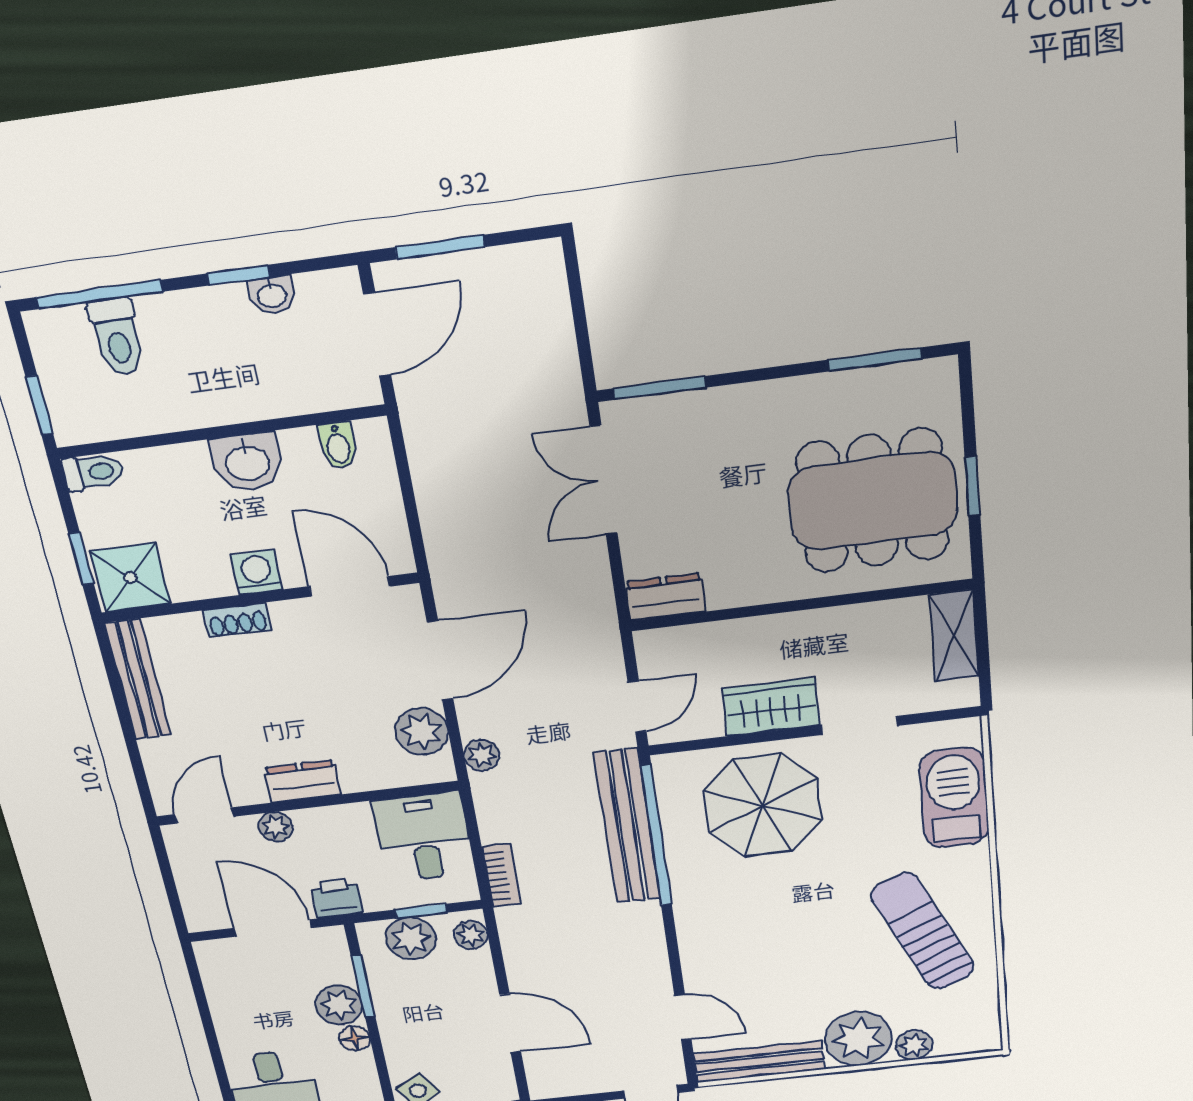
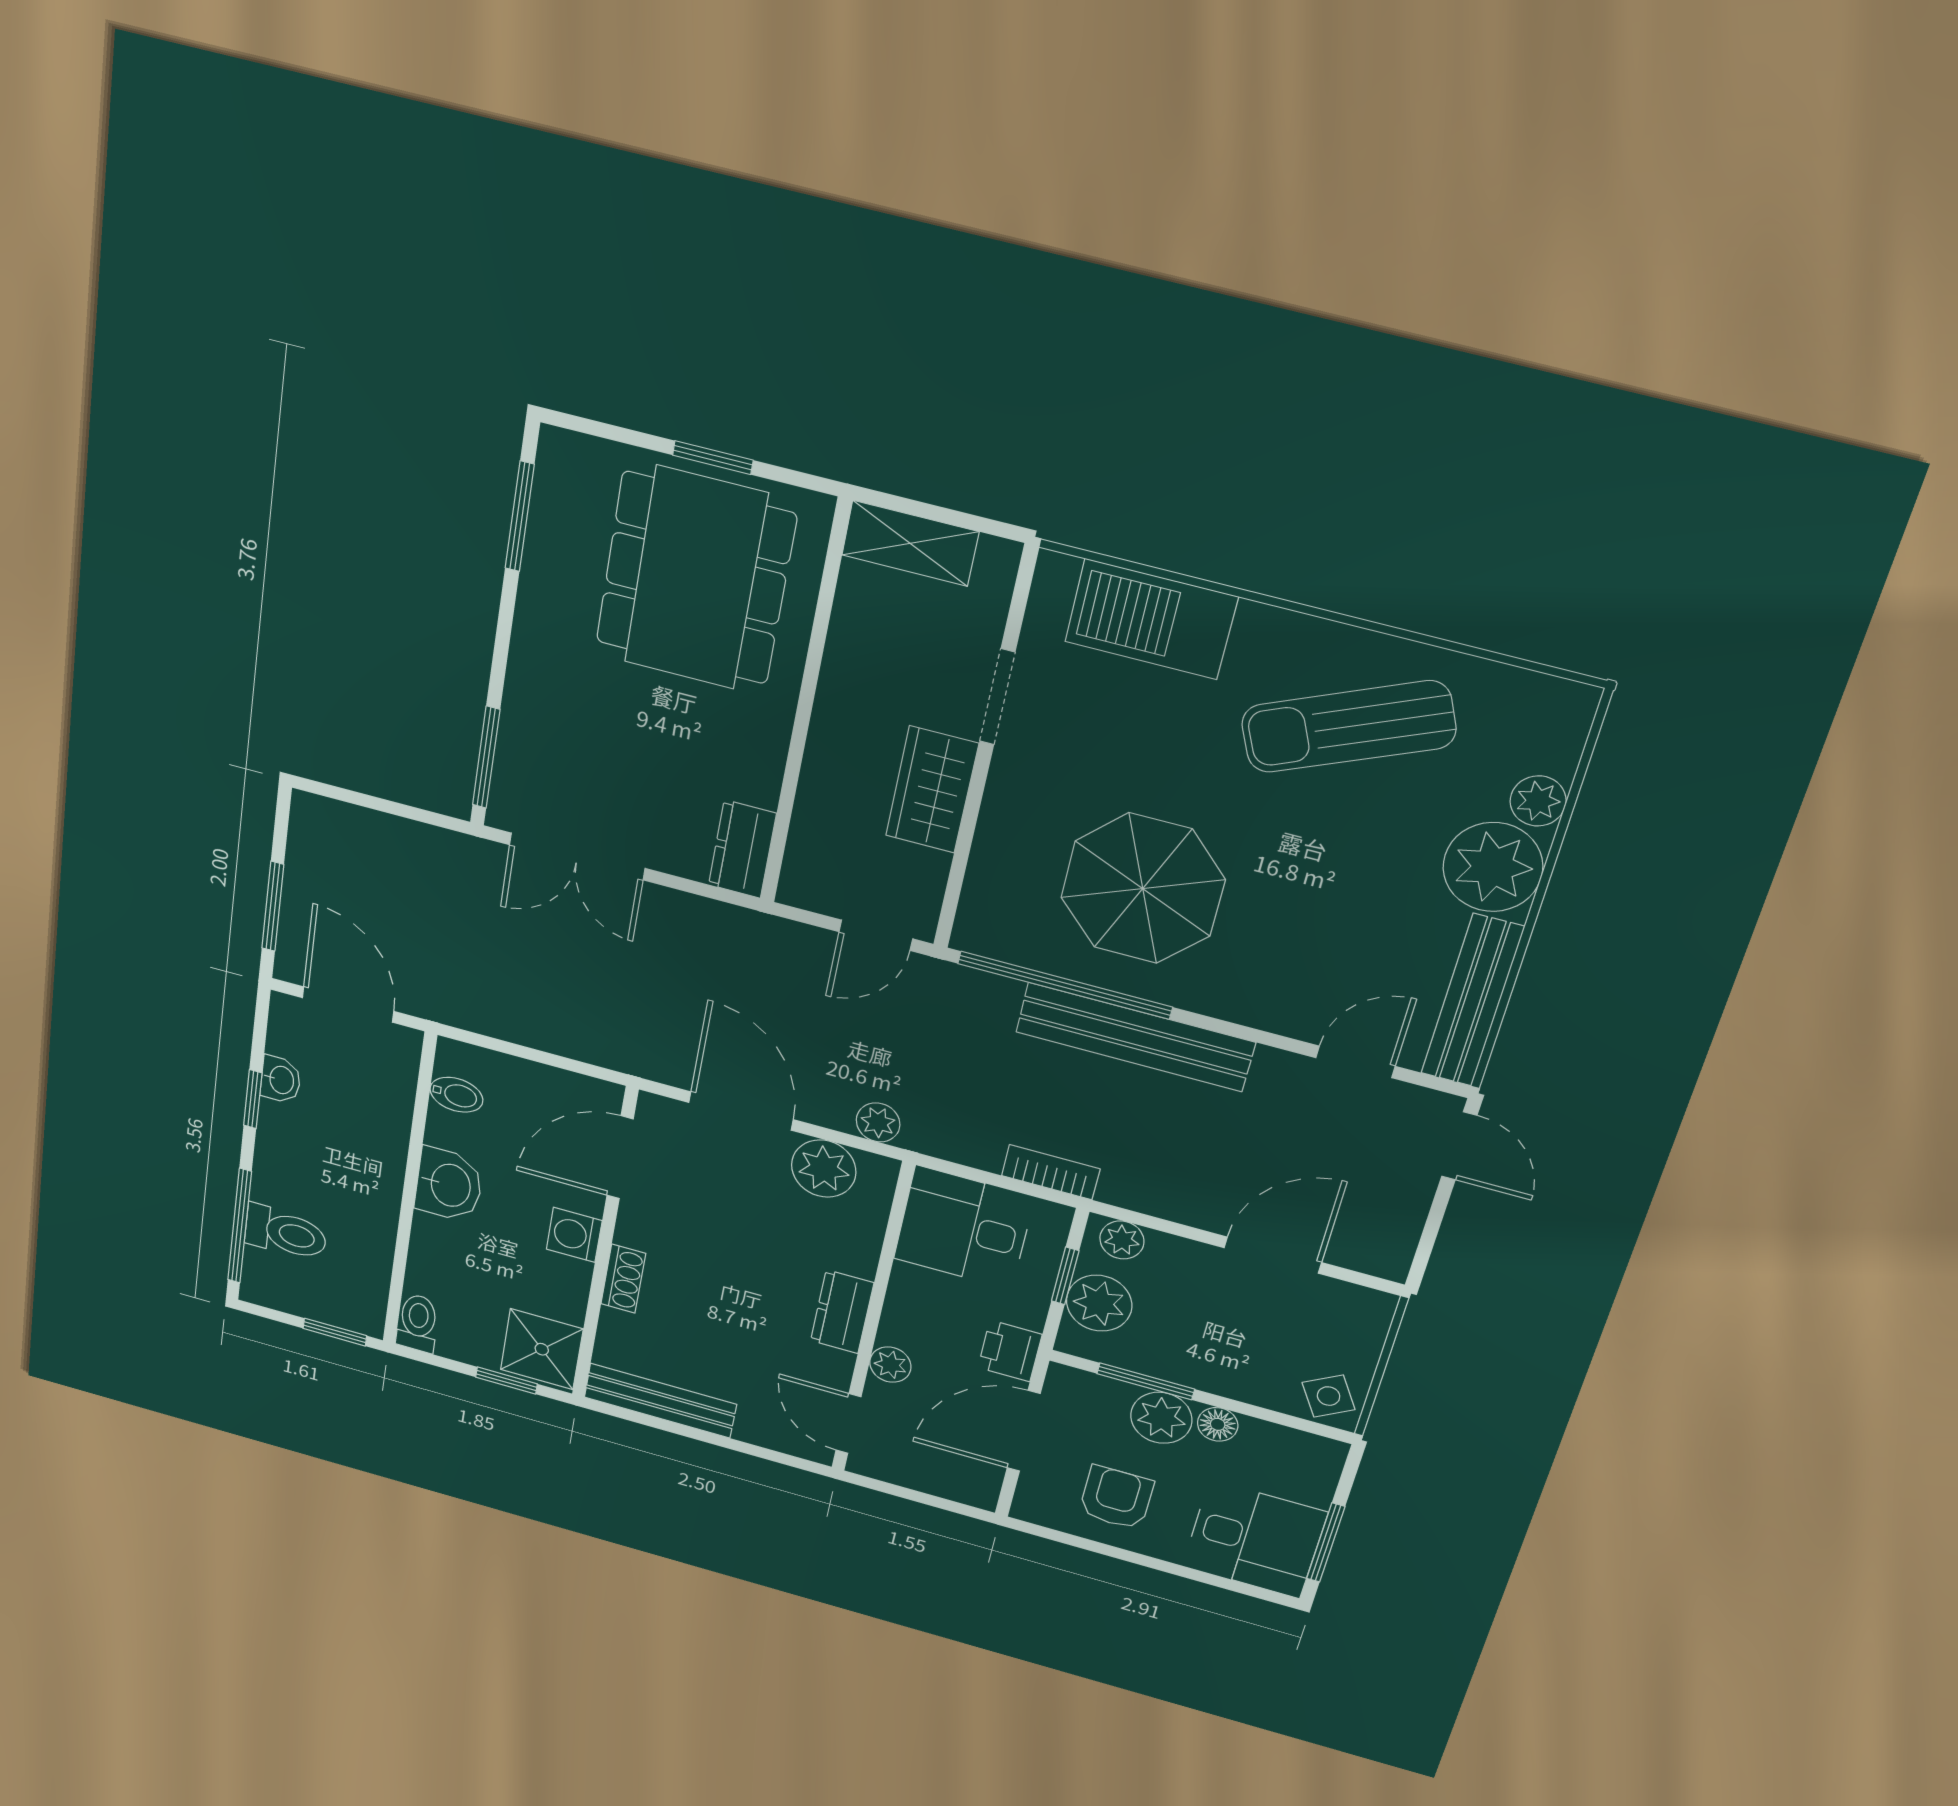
door: (637, 707) -> (876, 935), swing flipped
parasol: (763, 805) -> (1143, 889), moved
bench: (627, 827) -> (1135, 1037), moved
armchair: (253, 1001) -> (1116, 1498), added

